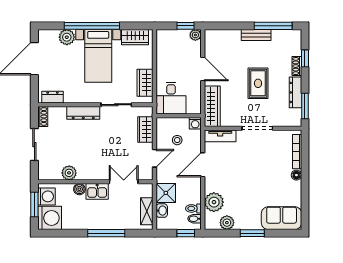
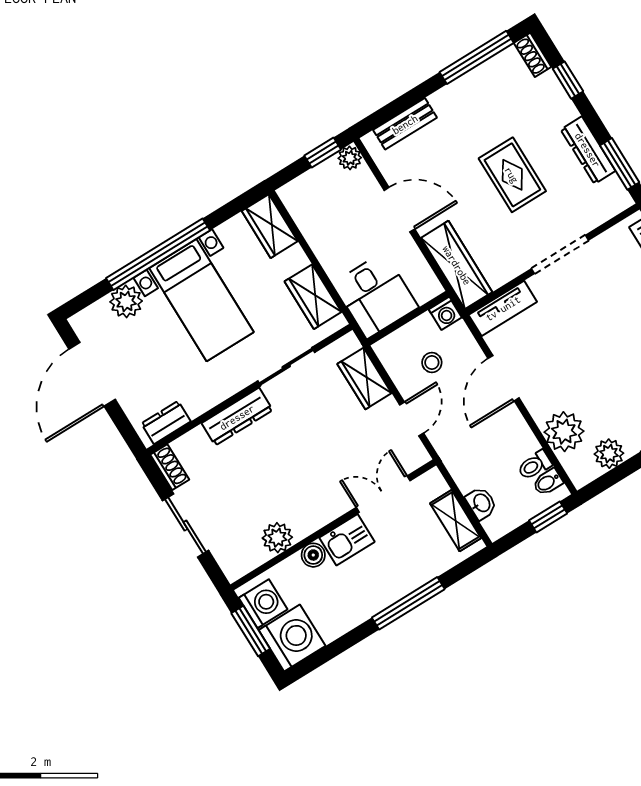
bench: (256, 35) -> (405, 124), moved
wardrobe: (135, 37) -> (270, 226), moved, turned 90
shoe rack: (297, 66) -> (533, 55), moved
shower: (166, 193) -> (469, 468), removed

